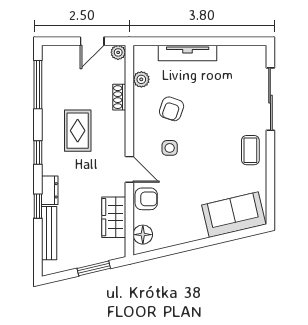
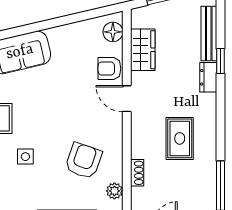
armchair: (172, 109) -> (84, 161), width x1.38, depth x1.38
side table: (170, 148) -> (25, 157), moved
window: (38, 152) -> (220, 116), removed

